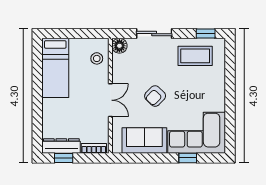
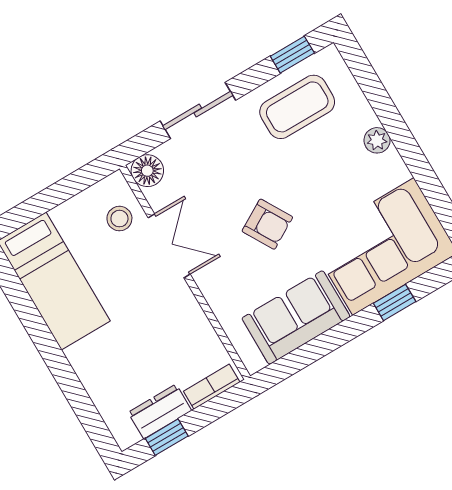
plant: (219, 88) -> (377, 140), added
armchair: (155, 96) -> (267, 224), turned -74
double door: (110, 100) -> (169, 246), moved
dresser: (61, 146) -> (160, 411), width x0.70

